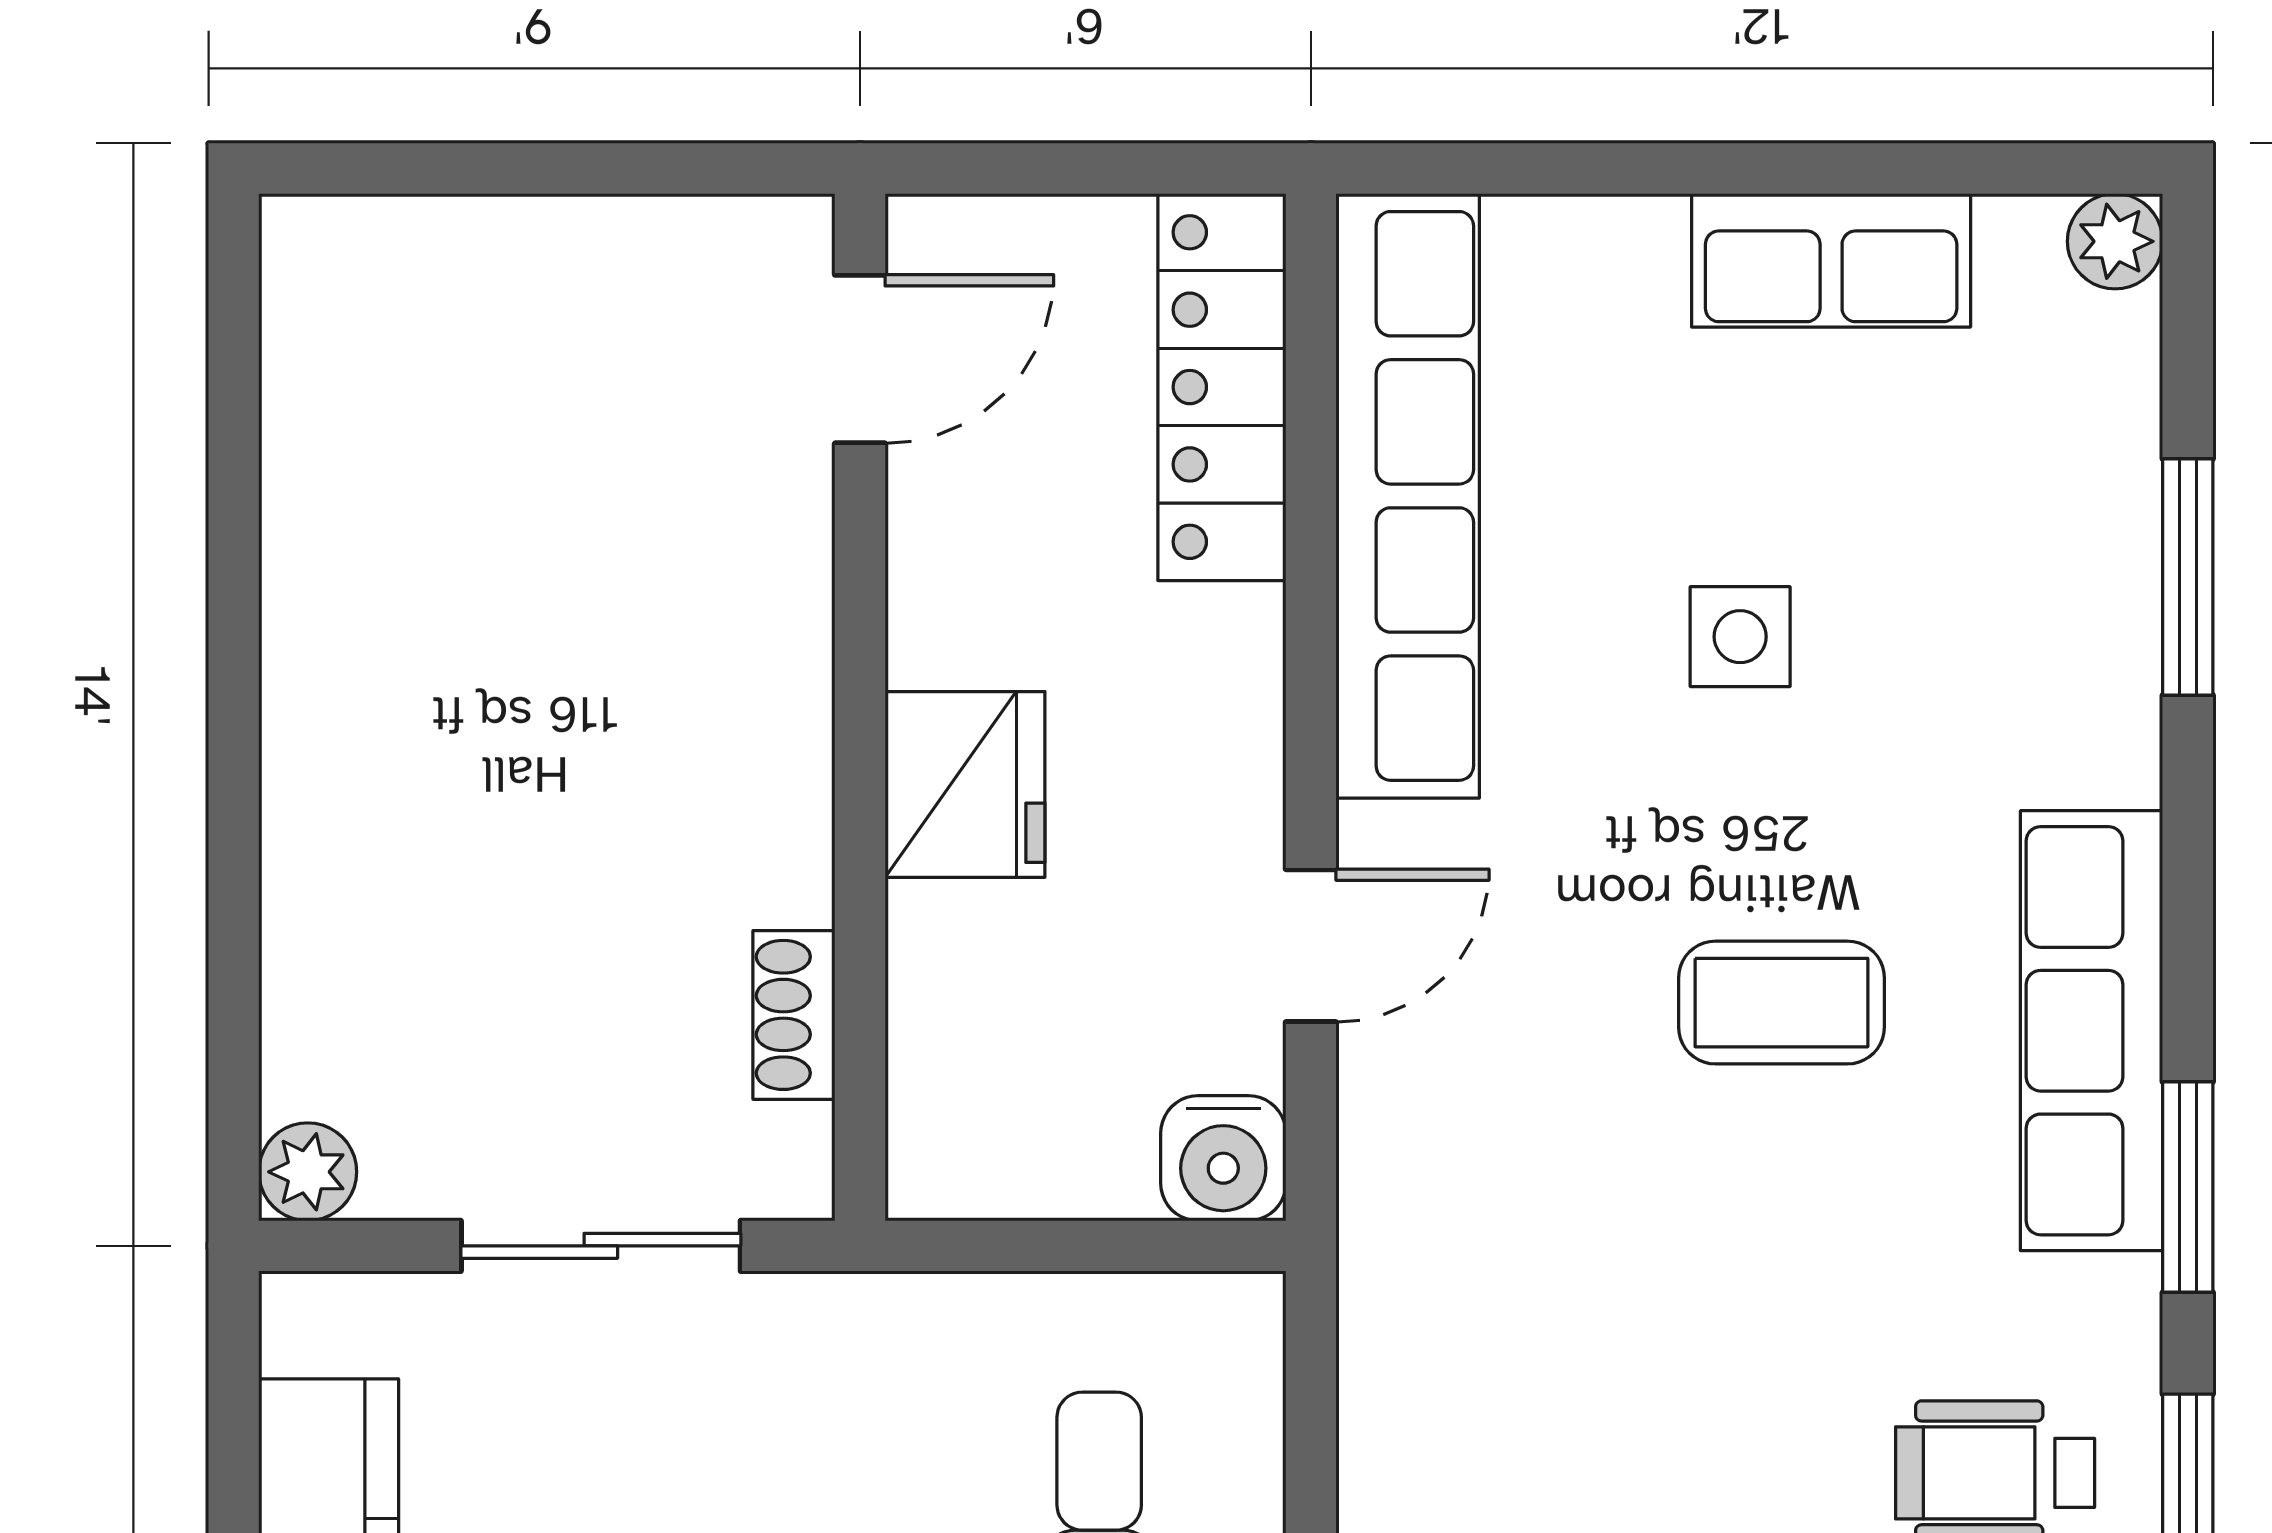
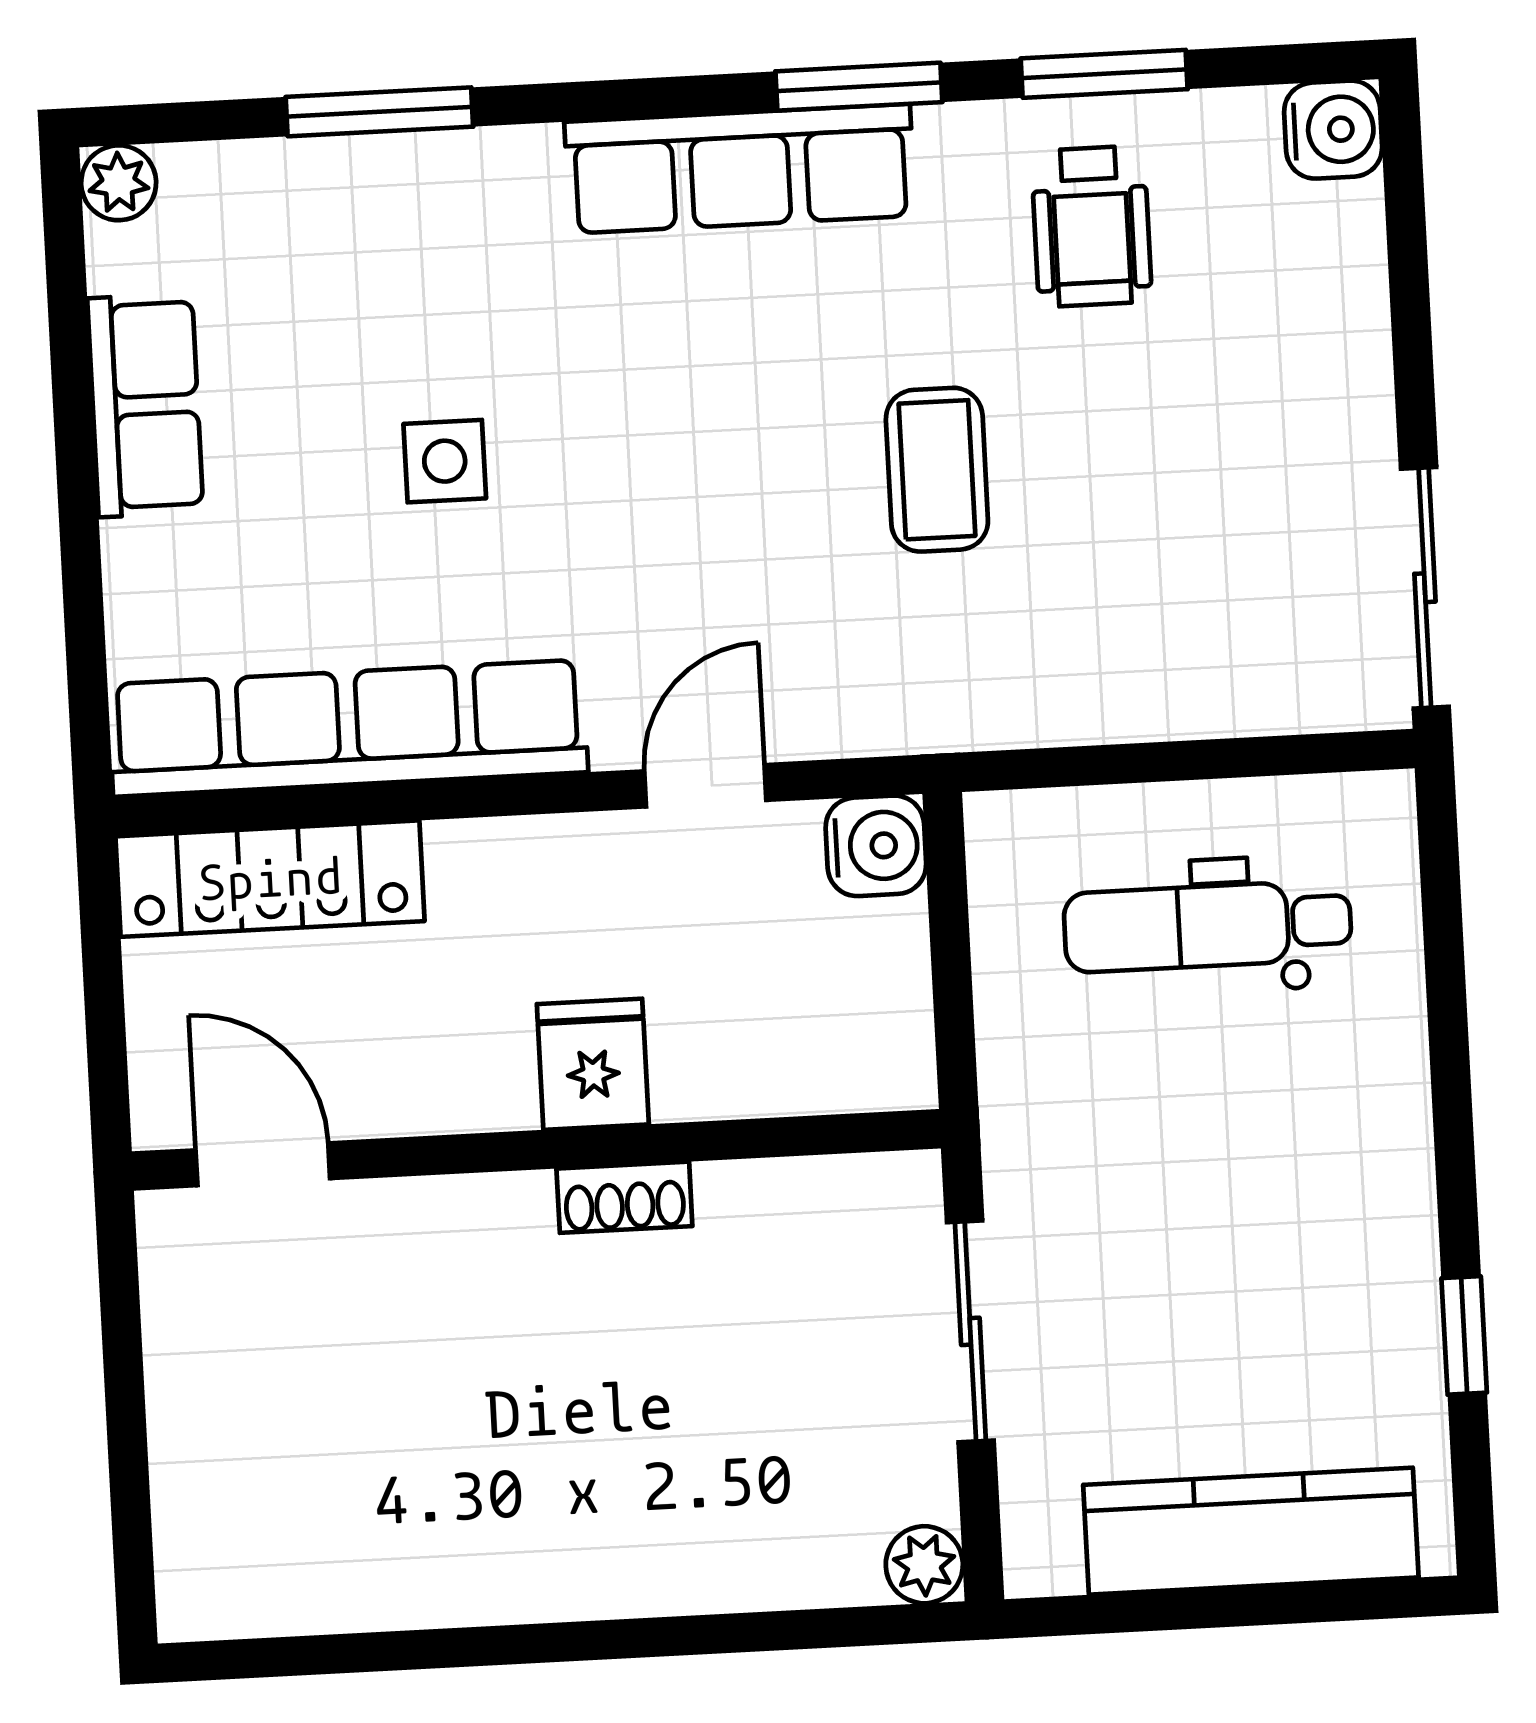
fridge: (965, 784) -> (593, 1064), width x0.72
door: (1311, 946) -> (705, 786), hinge flipped
coffee table: (1781, 1003) -> (937, 470), moved
shoe rack: (794, 1015) -> (624, 1197), moved

